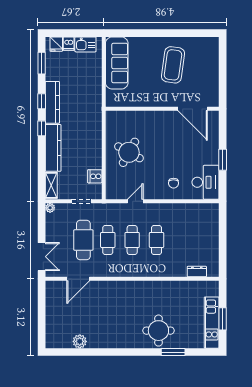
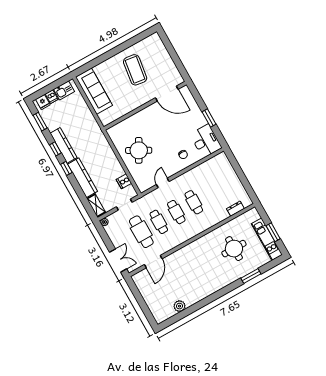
round table: (158, 331) -> (234, 249), moved

